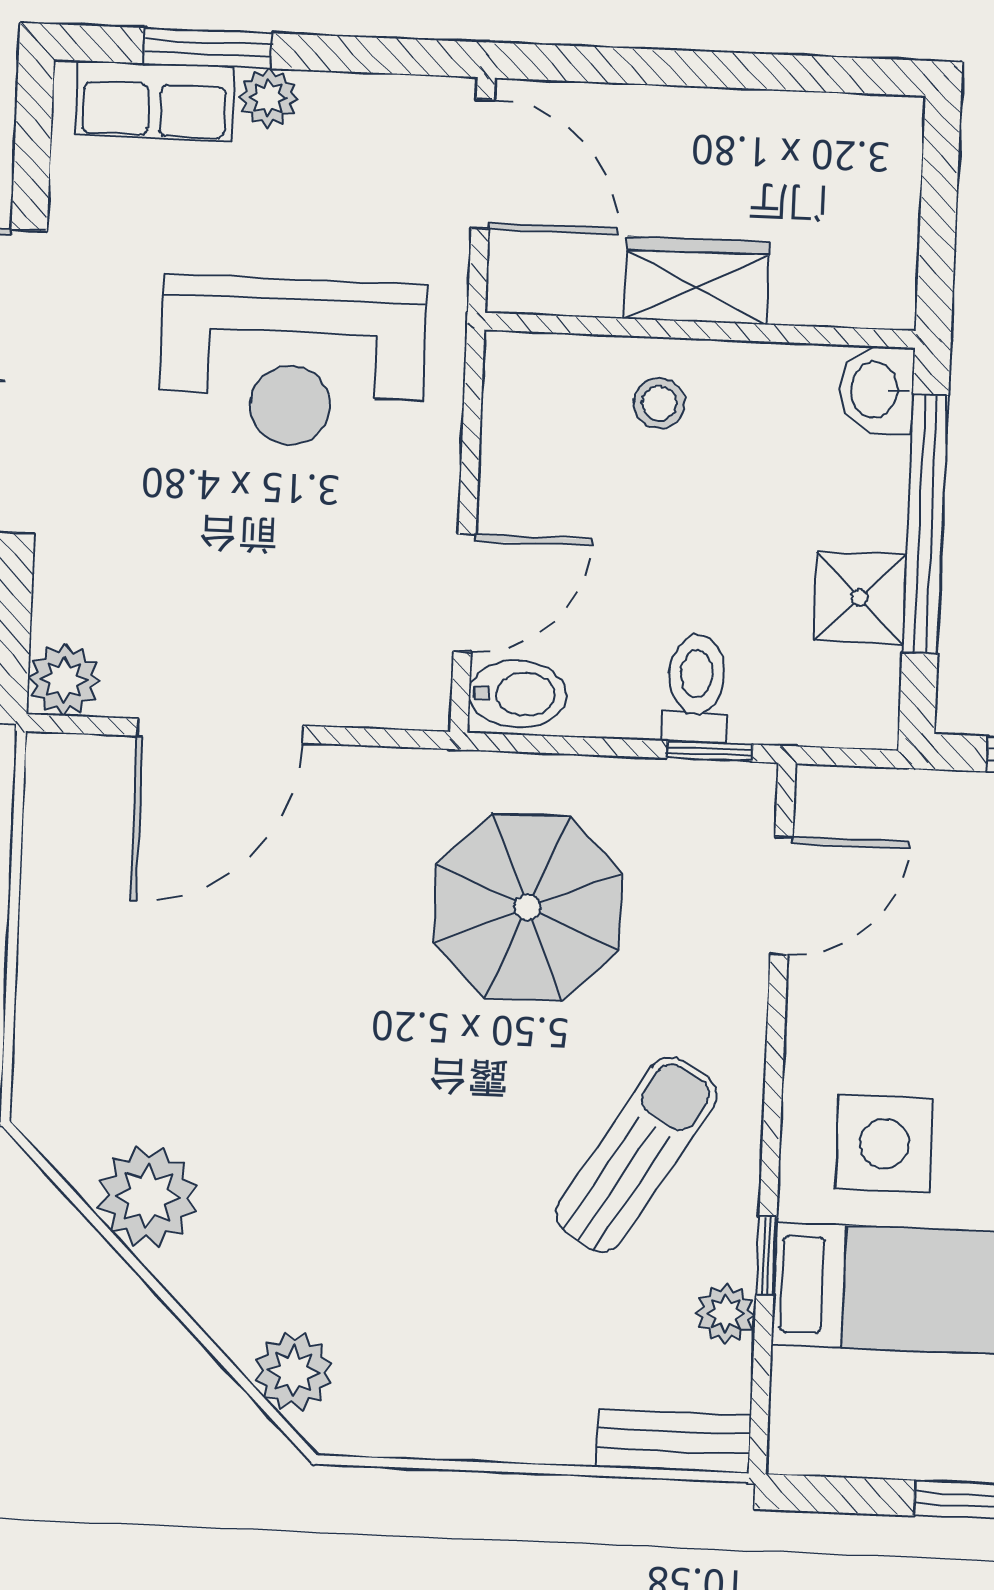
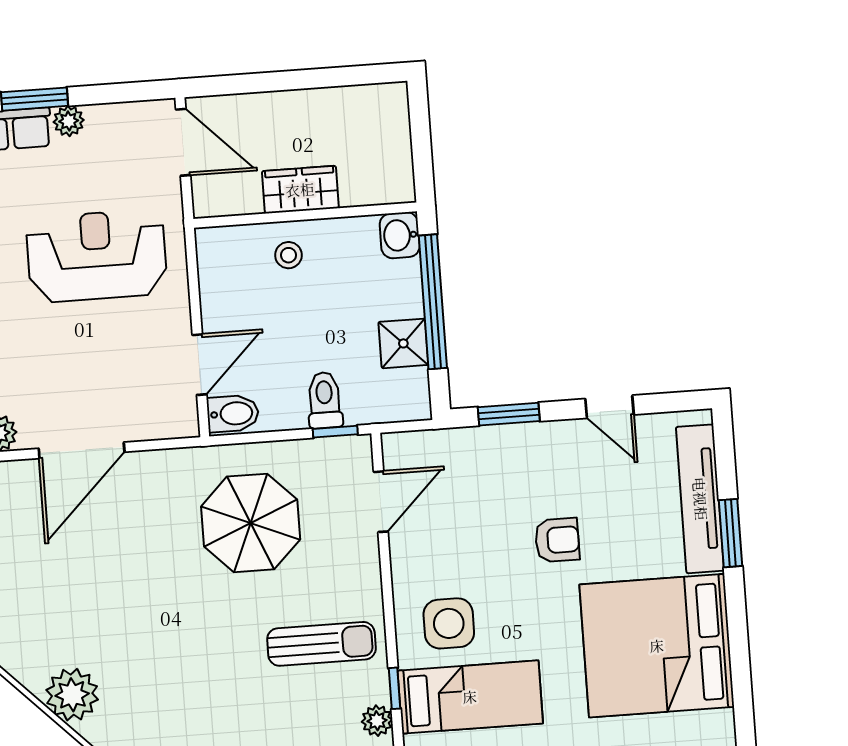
reception desk: (292, 362) -> (97, 256), turned 180
sun lounger: (636, 1154) -> (321, 644), turned 58

